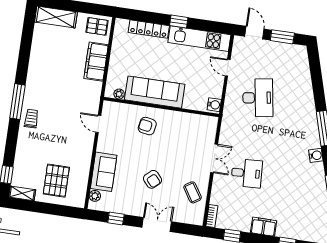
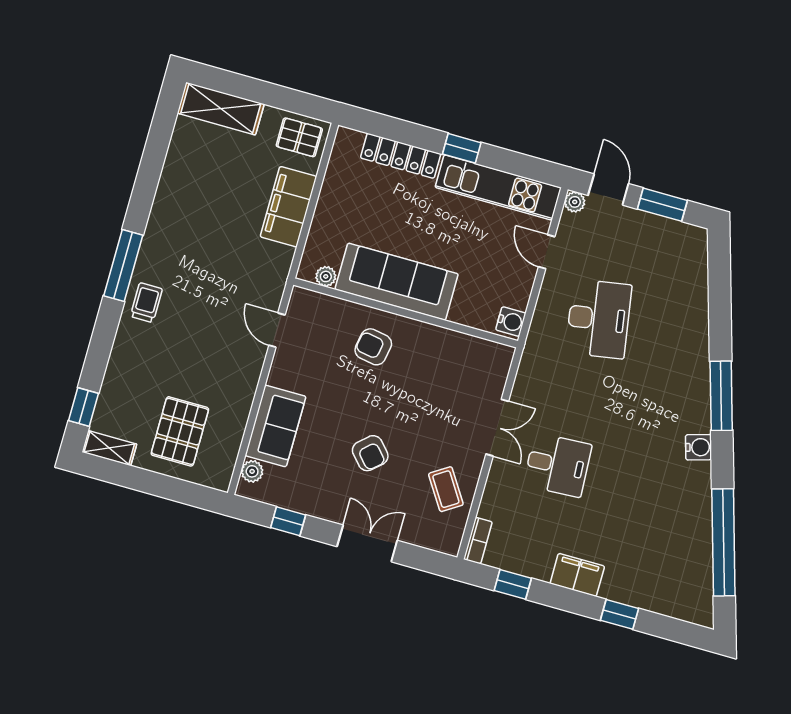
plant: (238, 41) -> (575, 202), added

